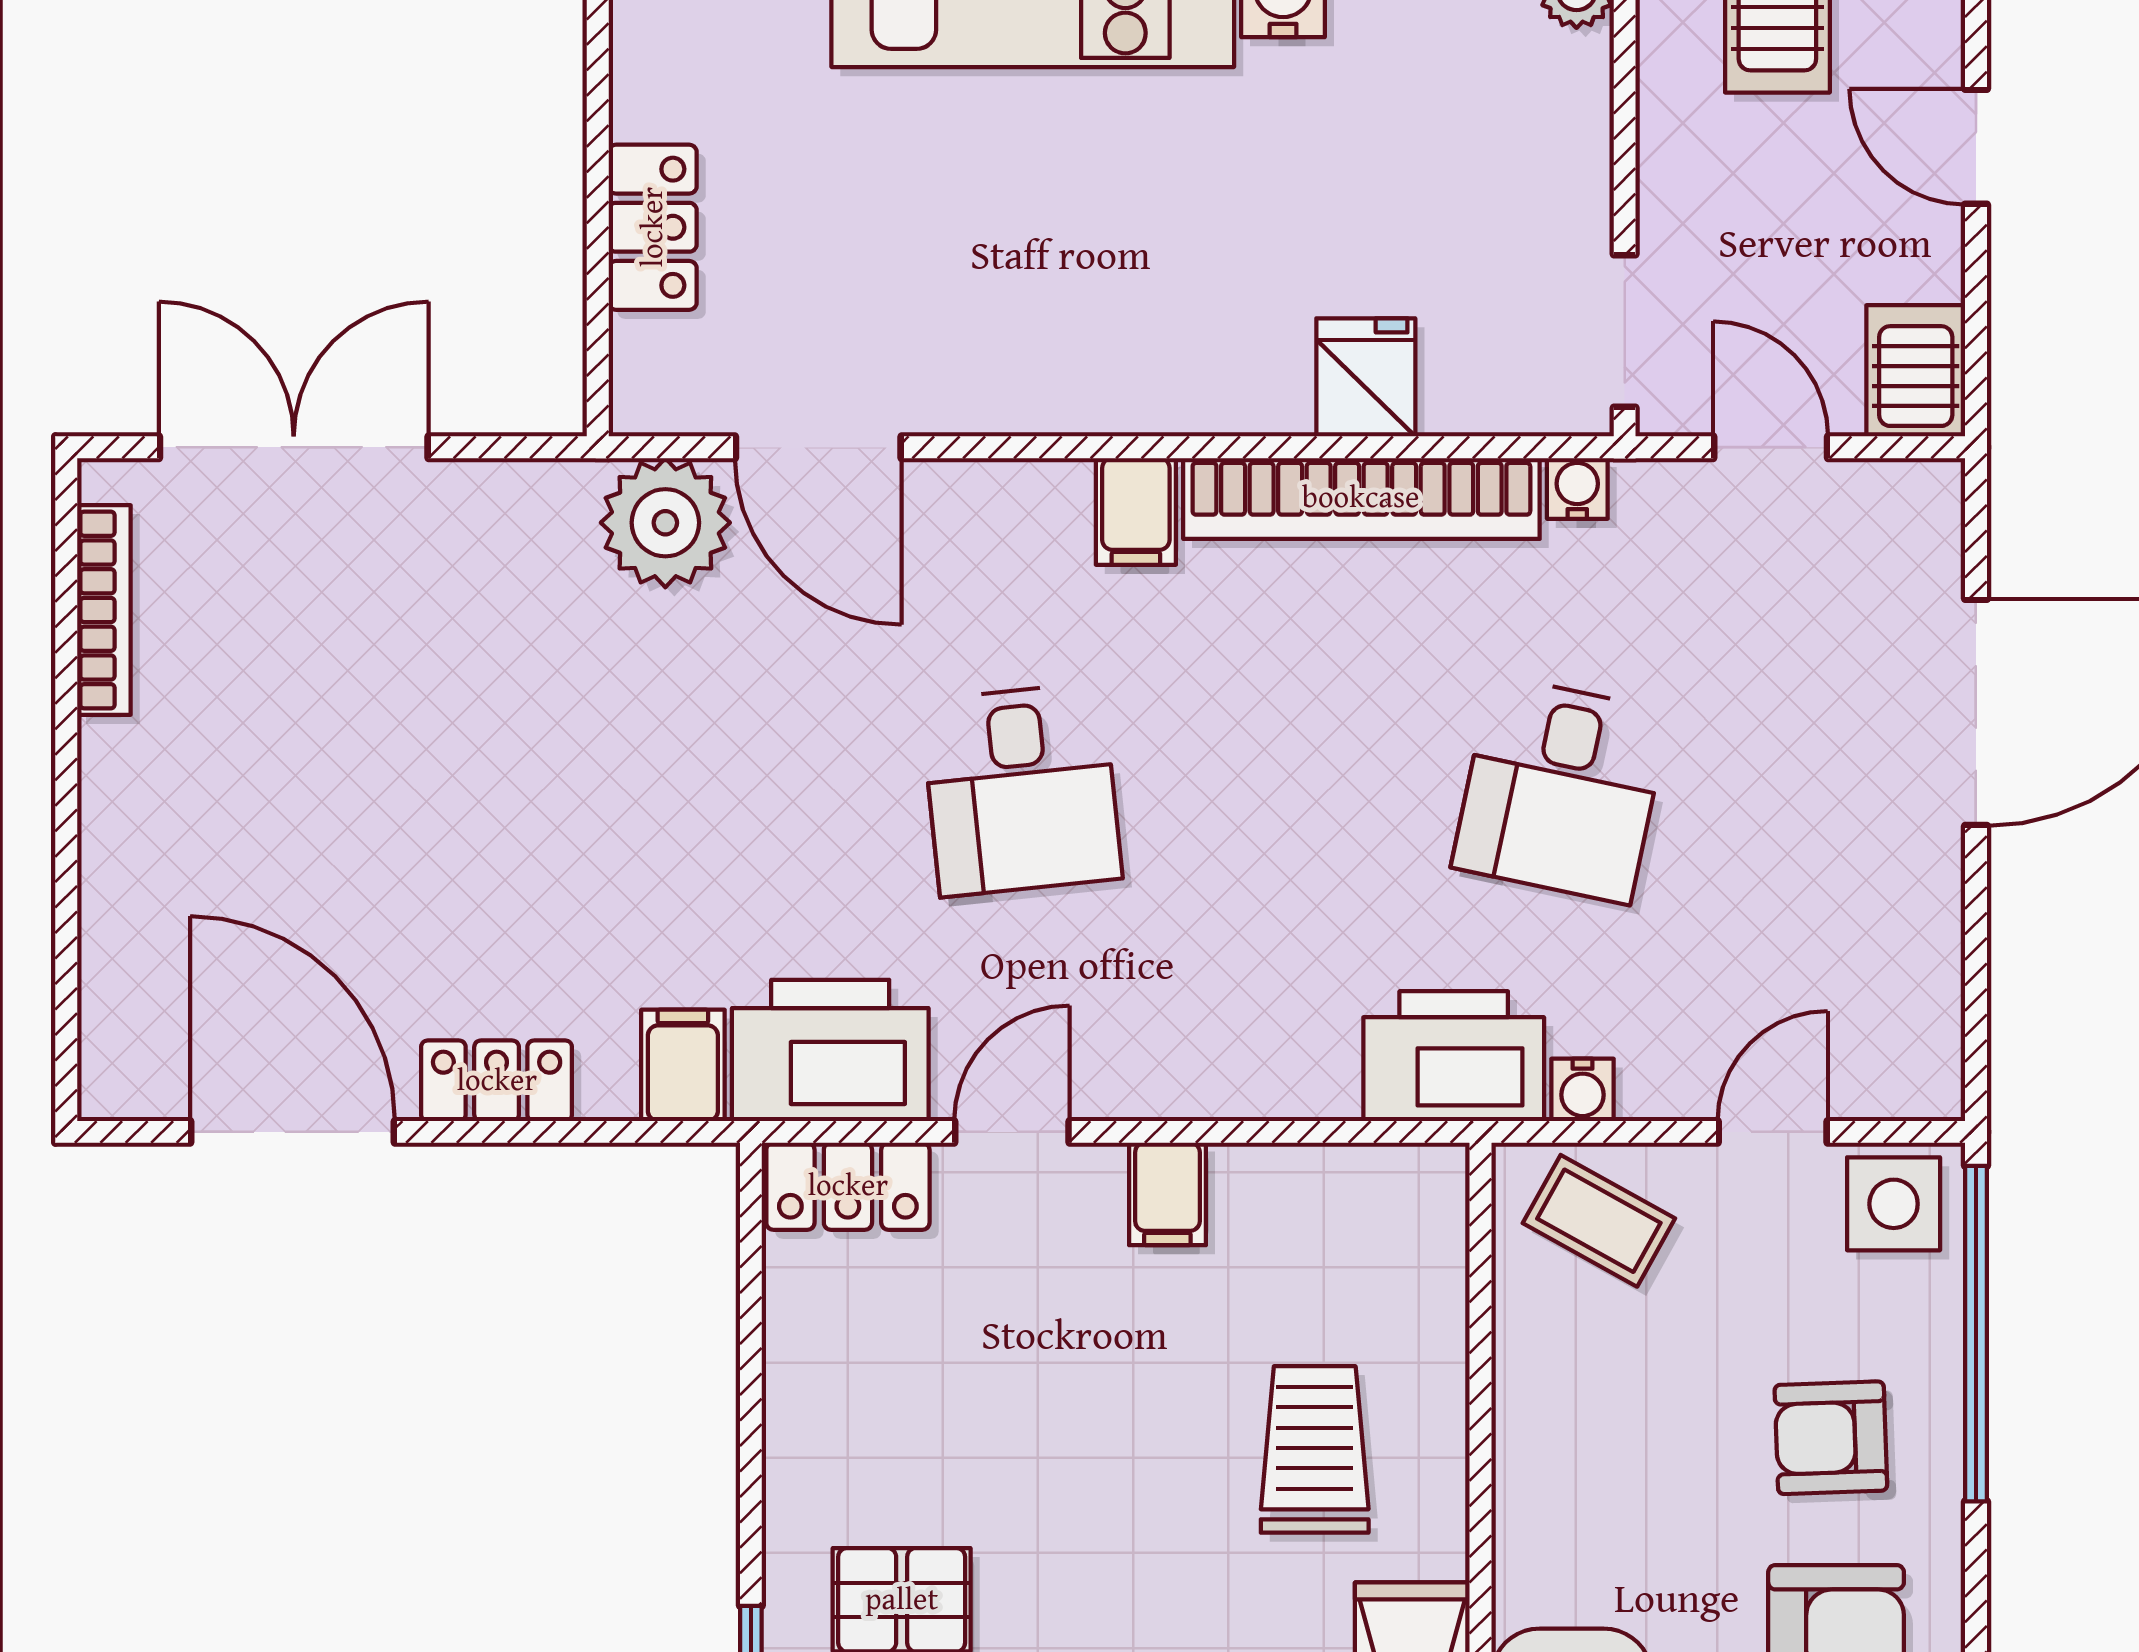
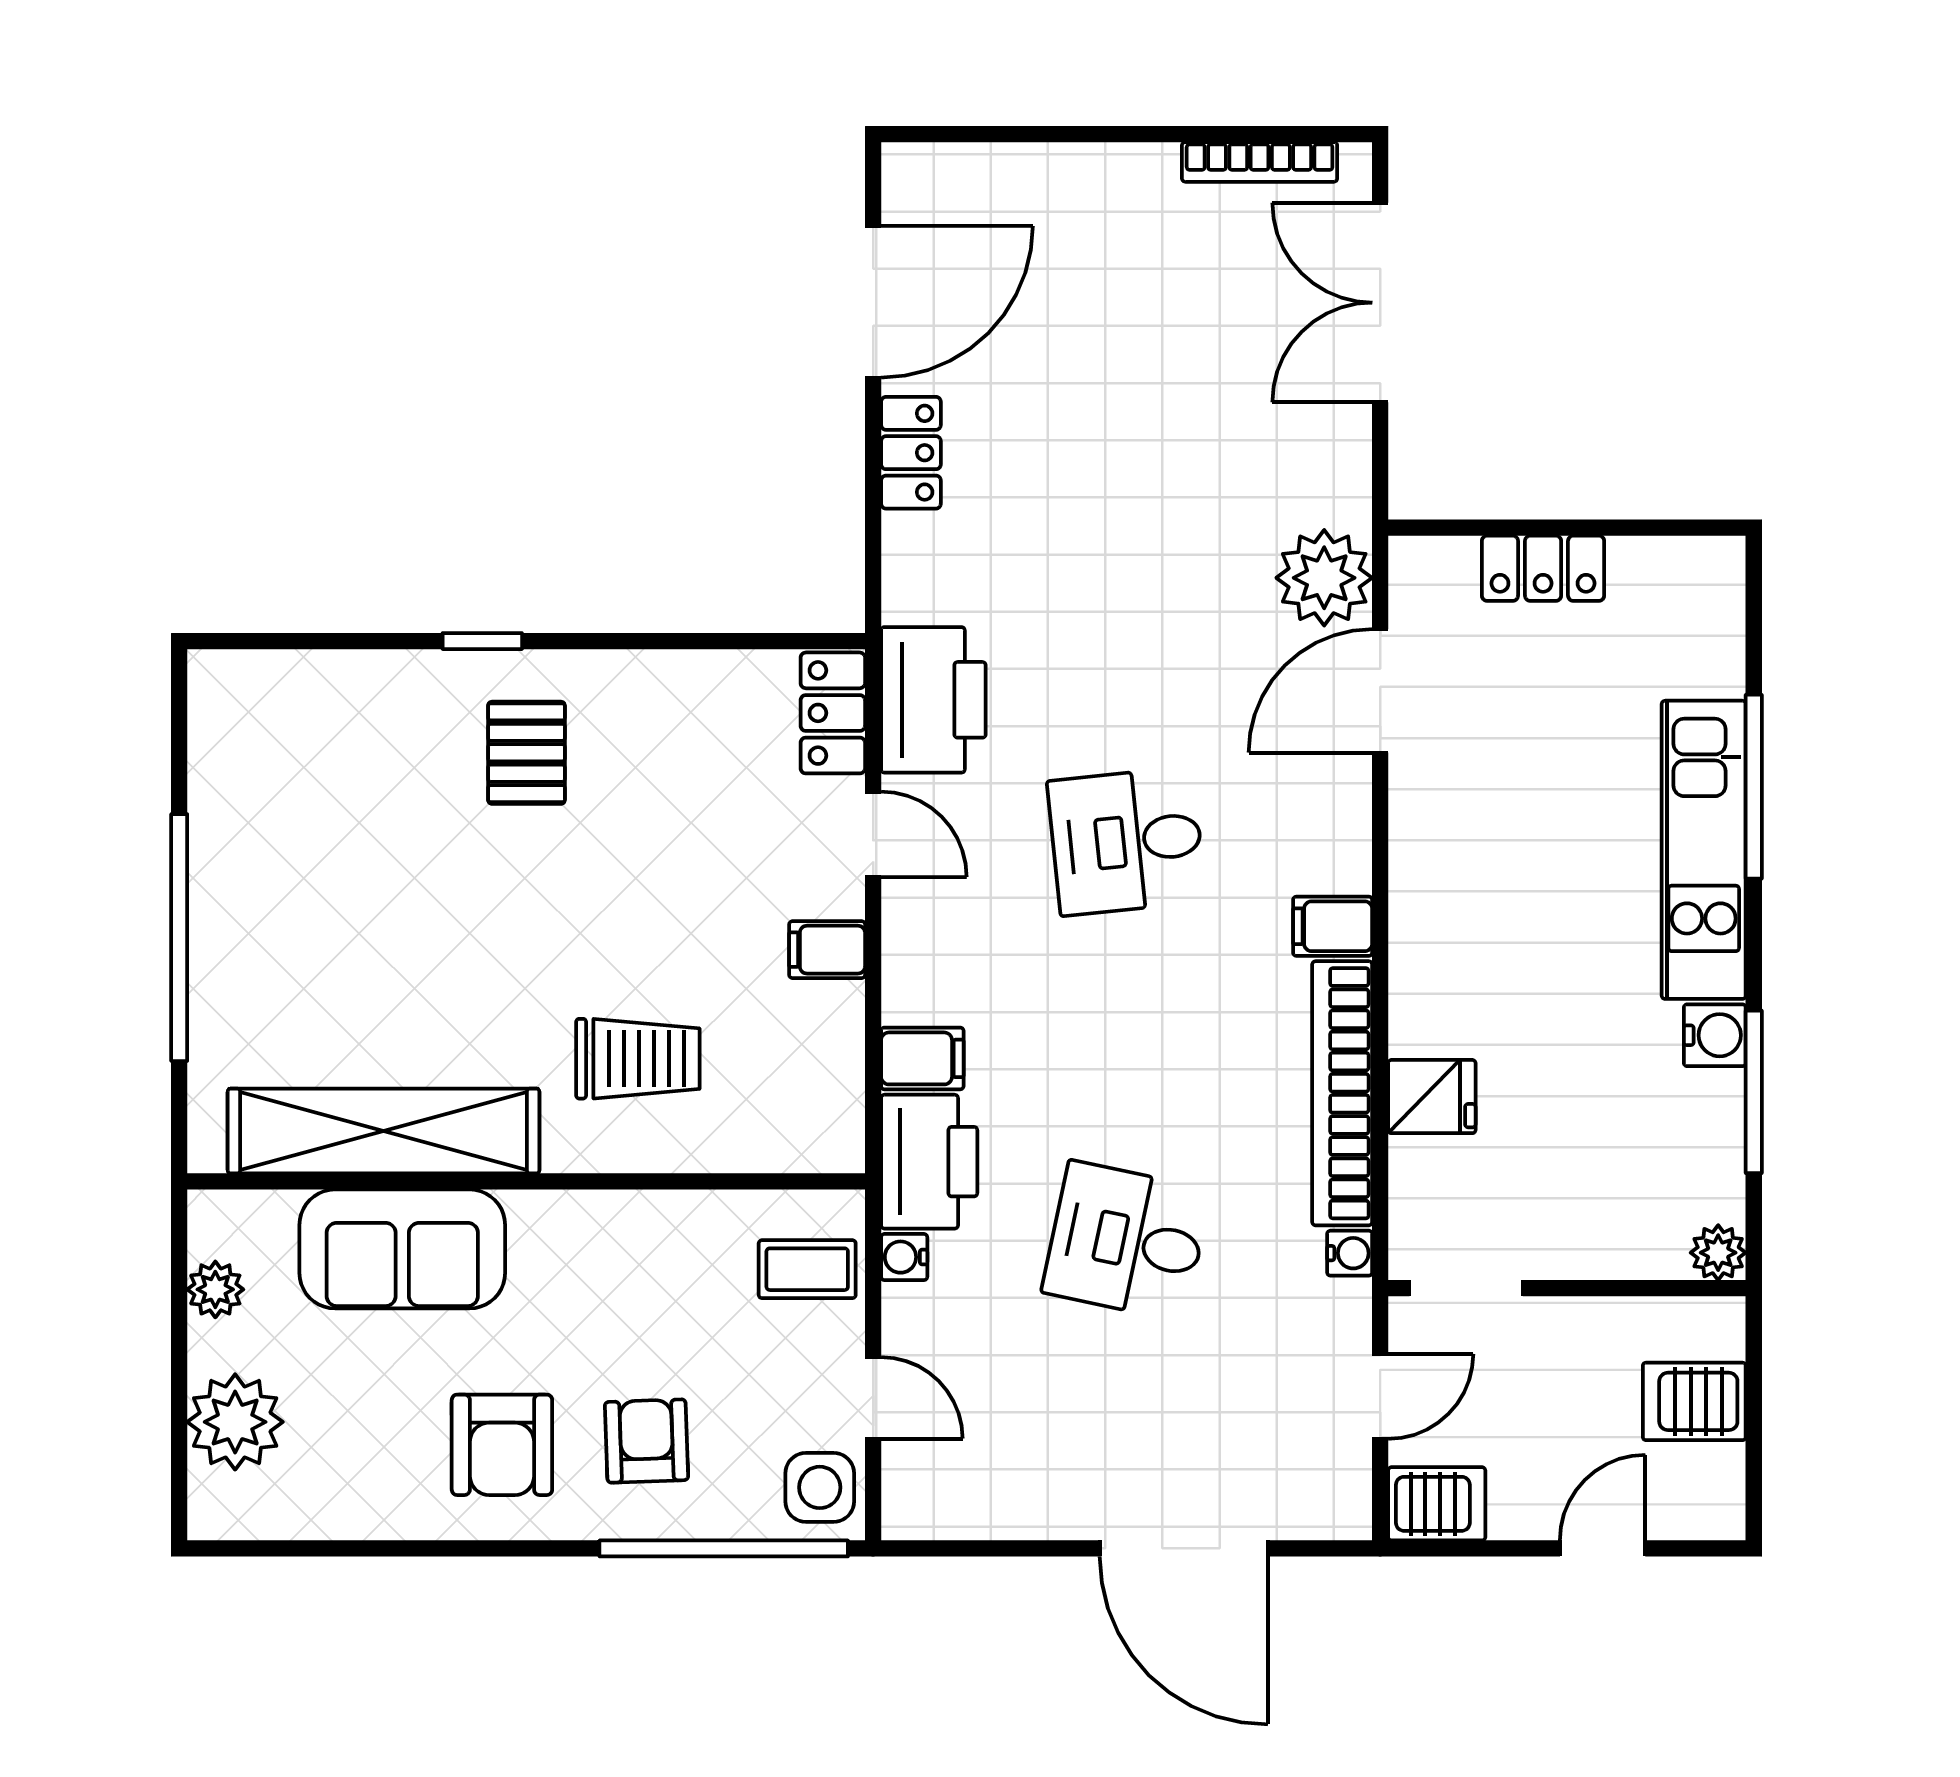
double door: (294, 447) -> (1380, 303), swing flipped
filing cabinet: (683, 1065) -> (922, 1058), moved
coffee table: (1599, 1221) -> (807, 1269), turned 61

